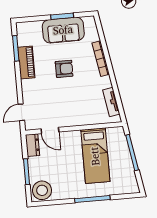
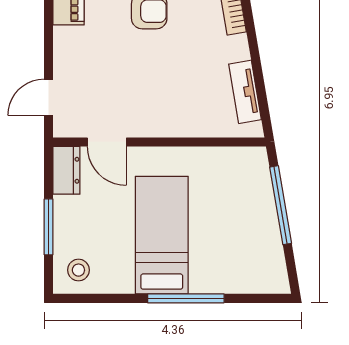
bed: (95, 156) -> (162, 235), moved, turned 180
stool: (42, 190) -> (78, 270), width x0.53, depth x0.53

